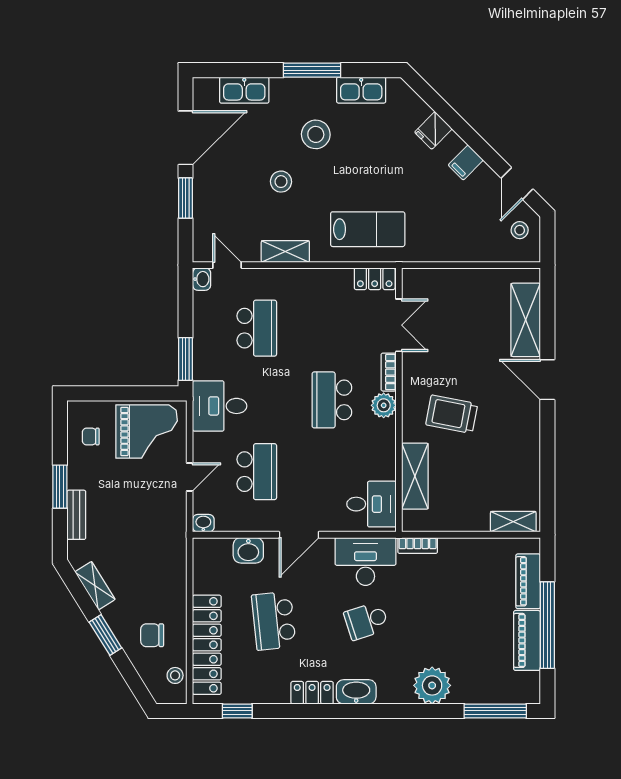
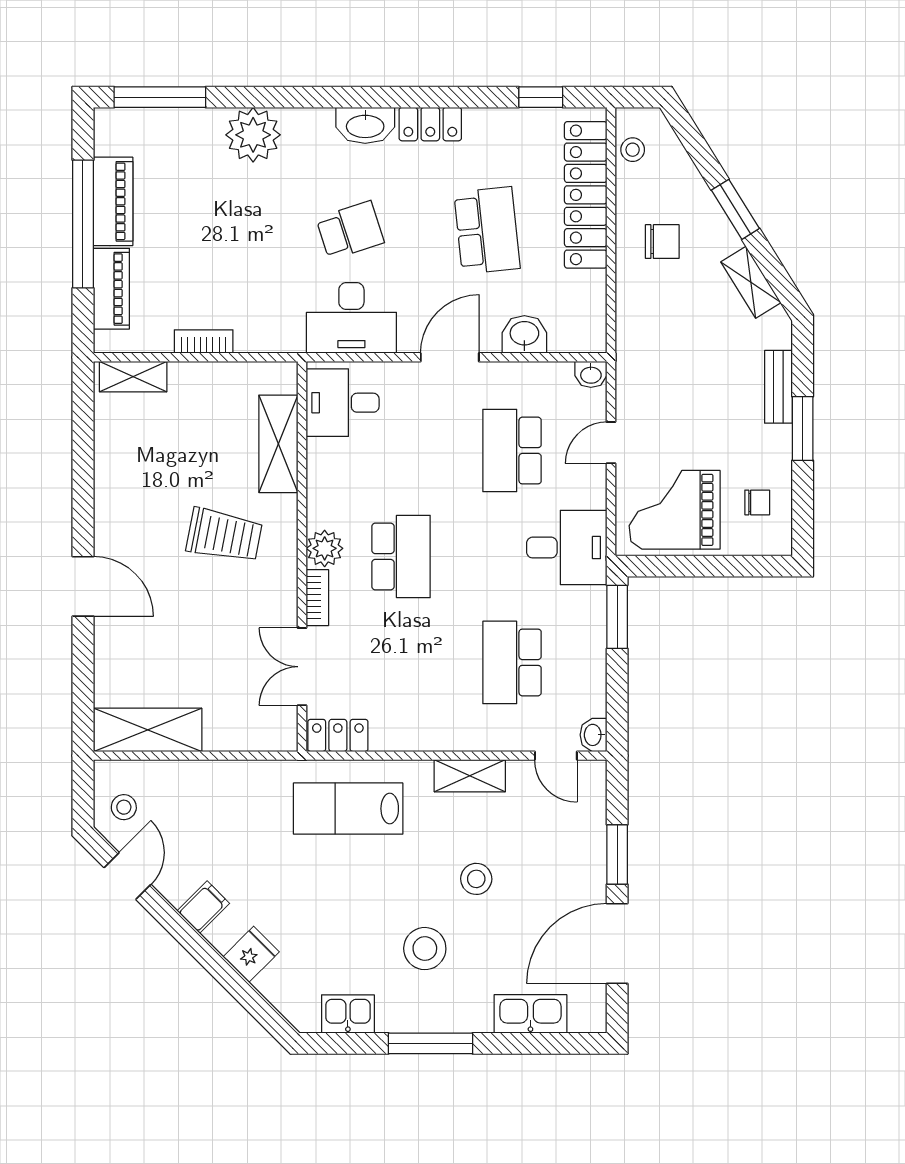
kitchen sink: (361, 90) -> (348, 1014), width x0.73
shelving: (526, 320) -> (148, 730), moved, turned 90
bookcase: (418, 545) -> (204, 342), moved
chair: (152, 635) -> (662, 242), moved

